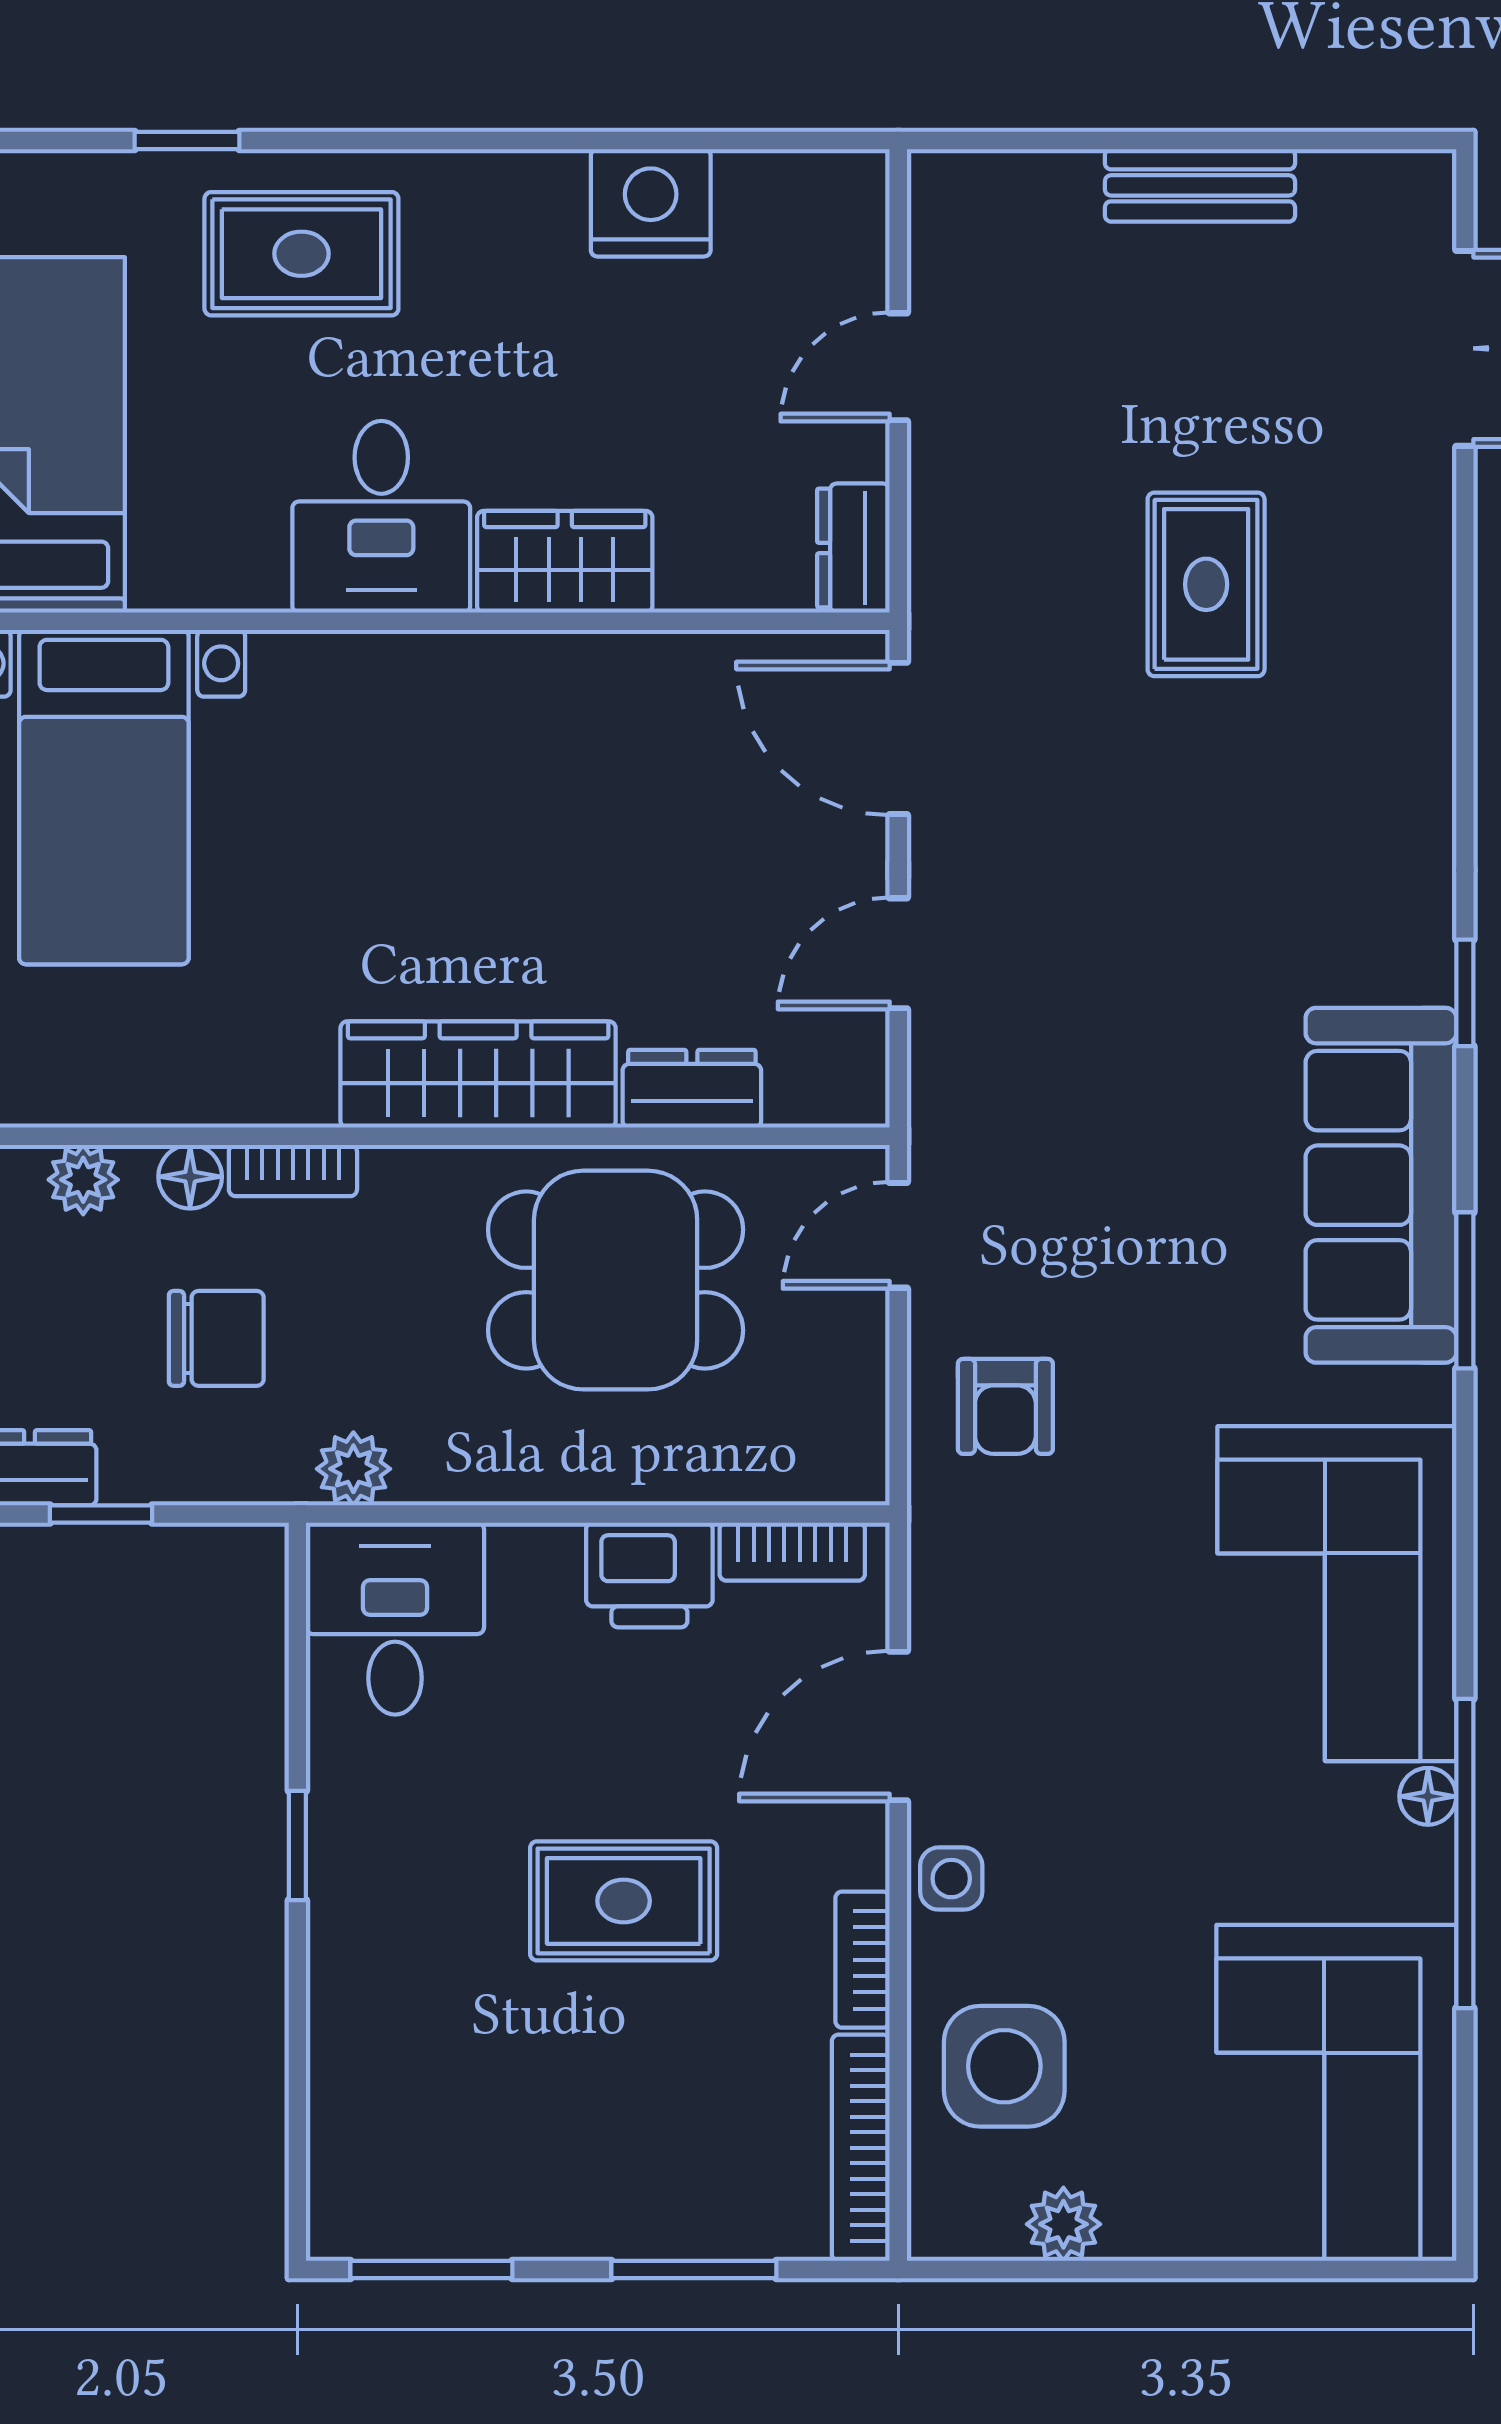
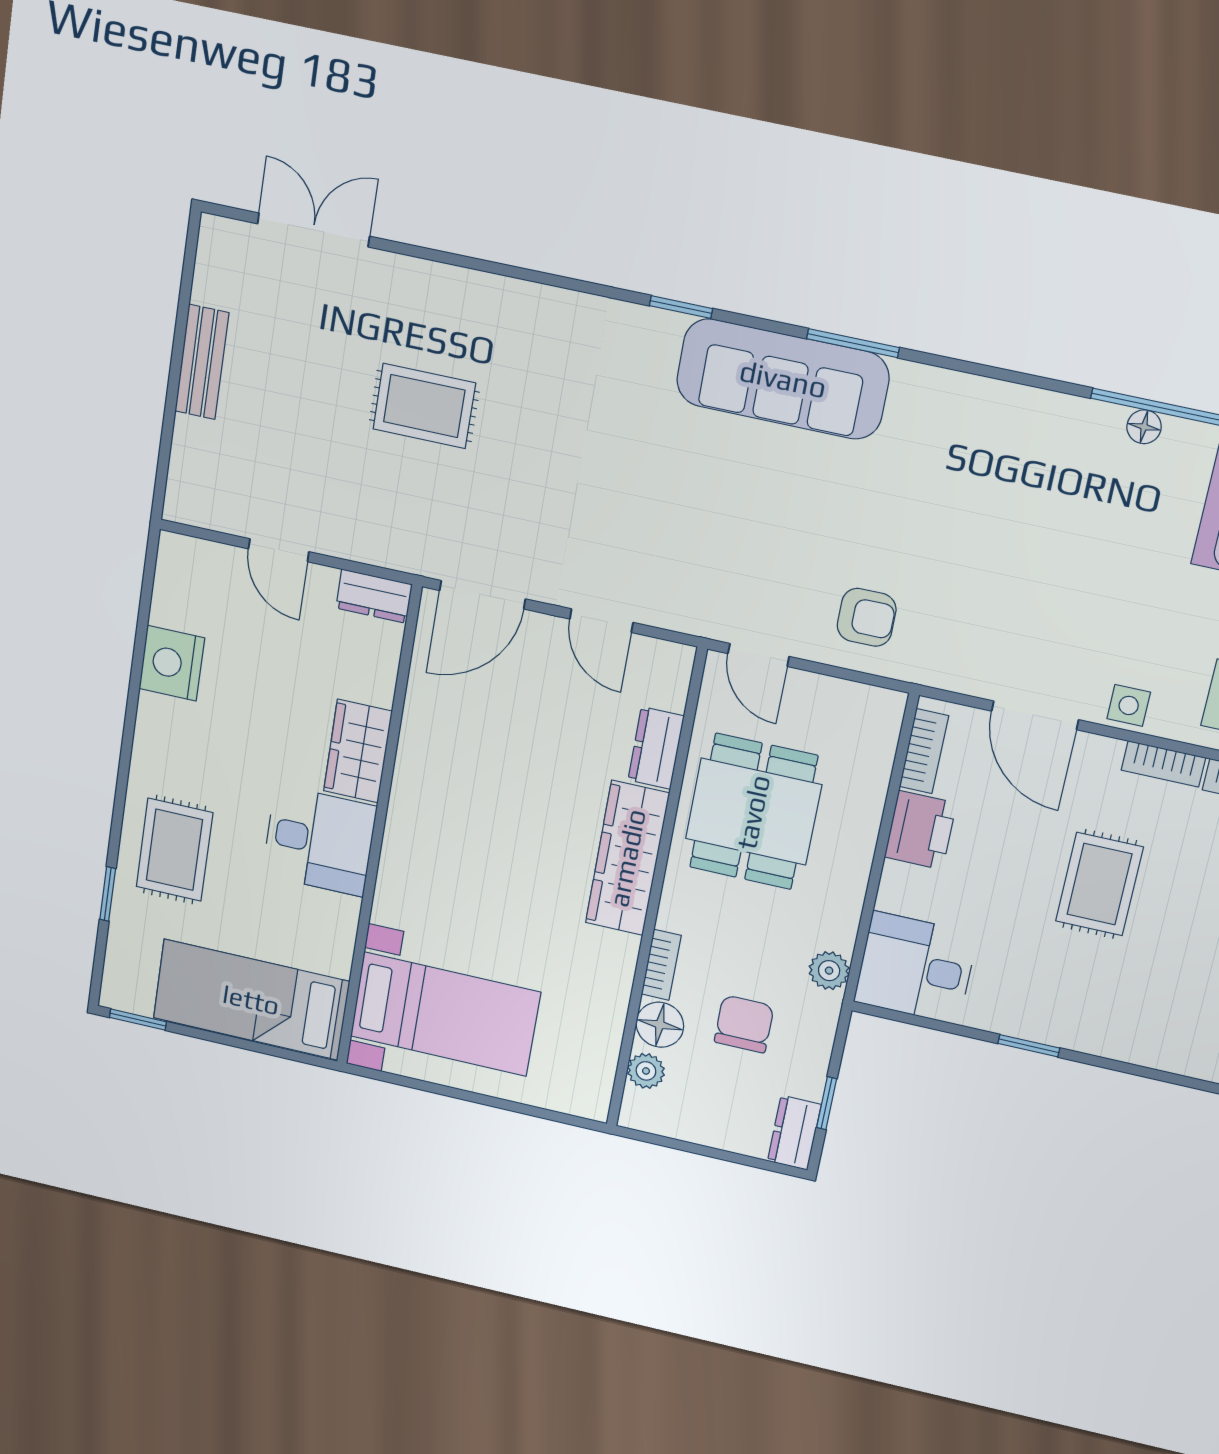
floor lamp: (190, 1177) -> (660, 1025), width x1.37, depth x1.37
corner sofa: (1337, 1594) -> (1014, 454), removed

